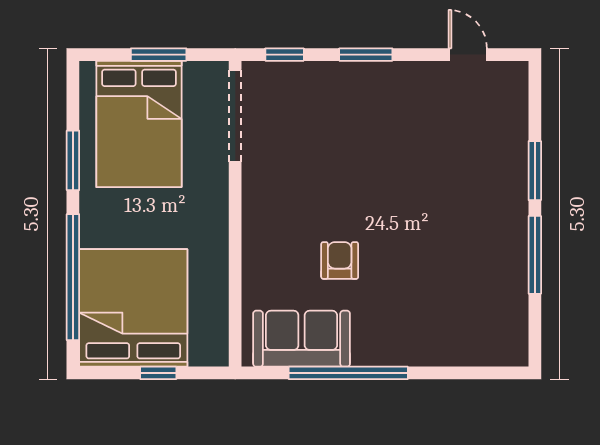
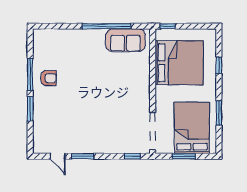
window: (366, 55) -> (83, 156), moved
armchair: (340, 260) -> (48, 78), moved, turned -90
window: (73, 277) -> (219, 65), width x0.32
bed: (133, 308) -> (179, 63), moved, turned -90
window: (158, 373) -> (168, 26), moved

